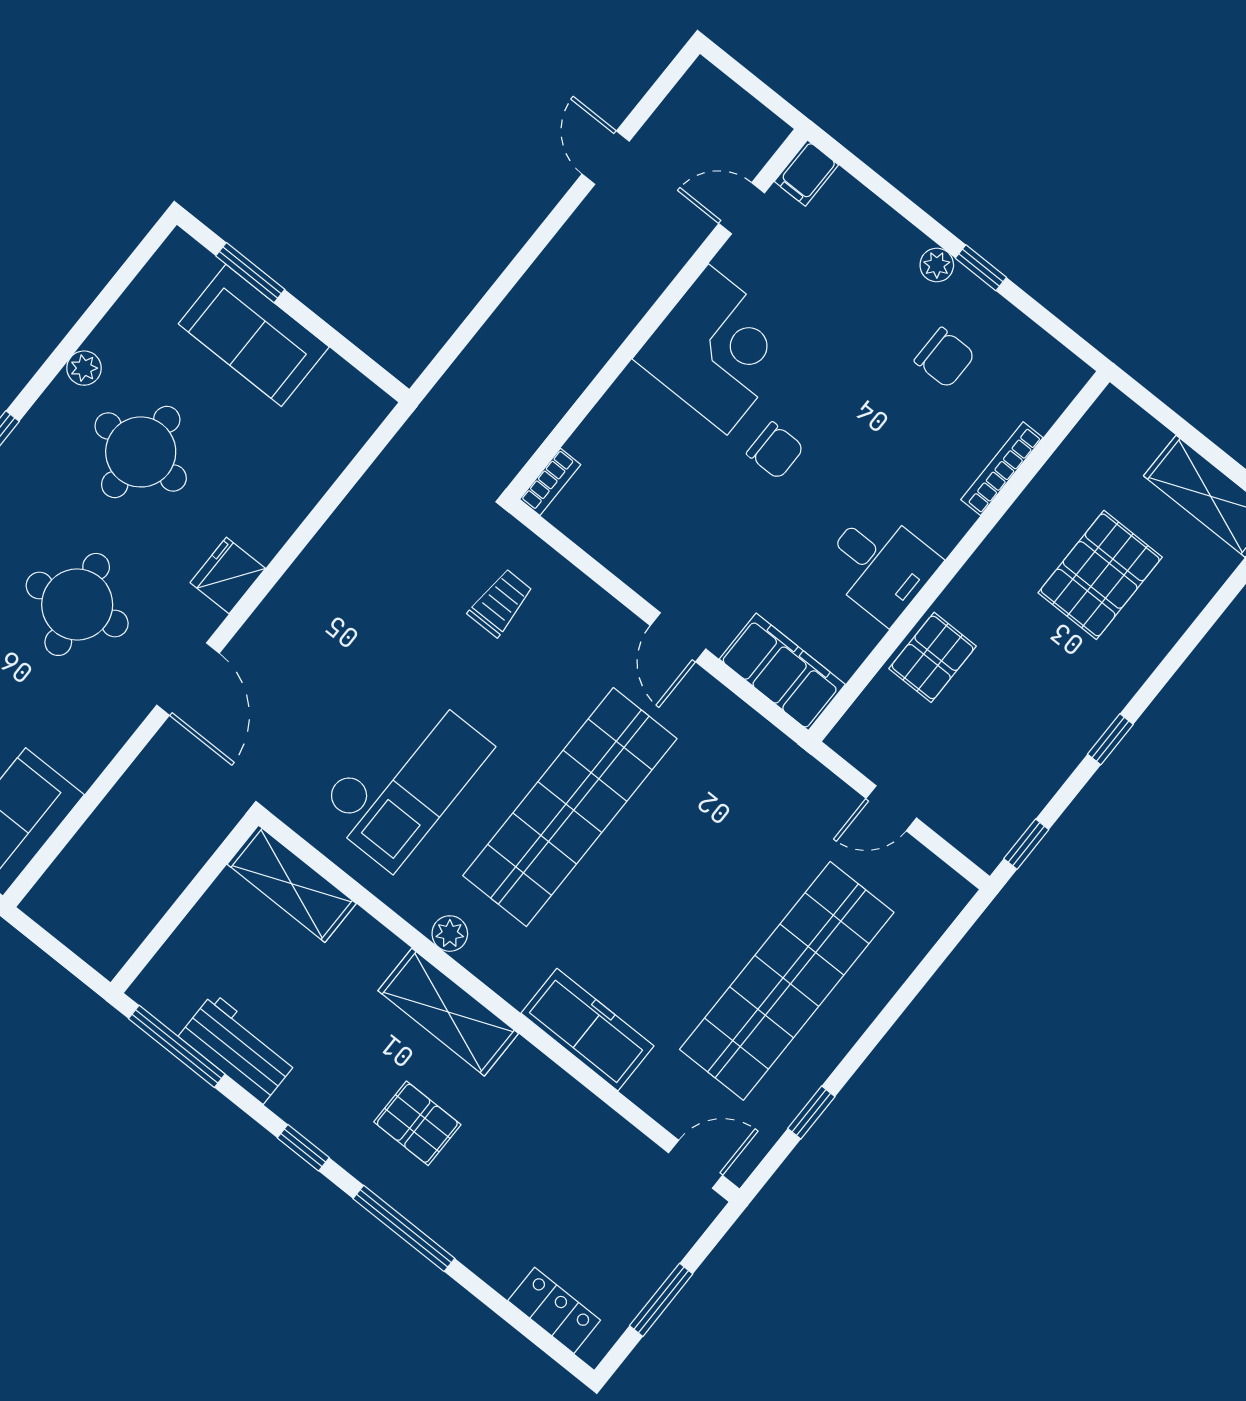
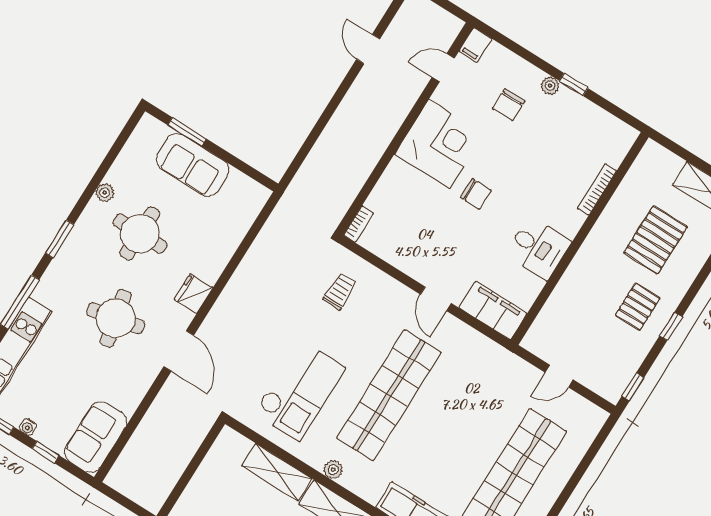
chair: (945, 358) -> (509, 105), moved, turned 90
pallet: (933, 657) -> (638, 307), moved
shelving: (292, 884) -> (277, 472), moved

